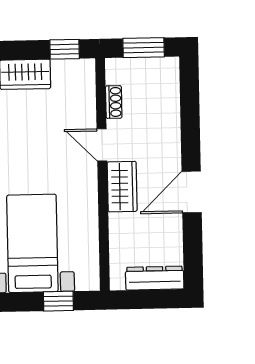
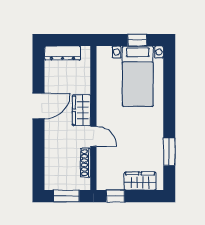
shoe rack: (114, 102) -> (86, 163), width x1.43
window: (58, 301) -> (137, 40), moved

